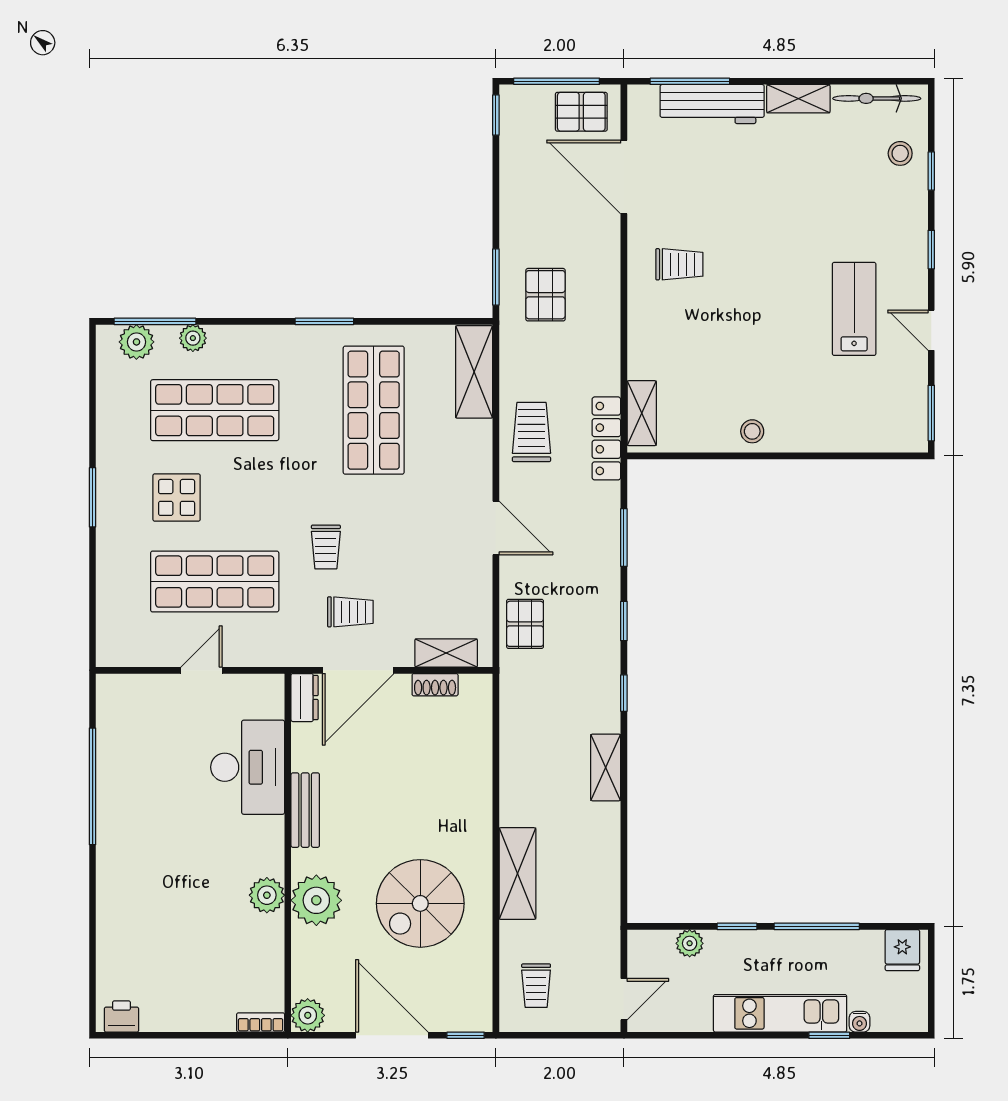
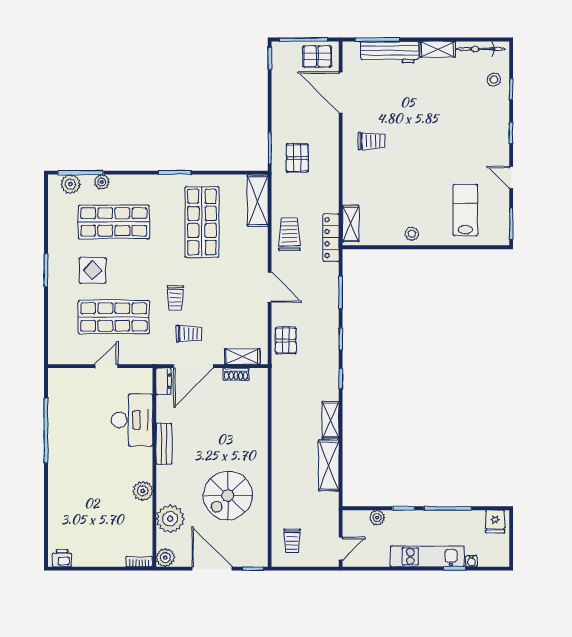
lab bench: (854, 309) -> (465, 210), moved
shelving: (517, 874) -> (329, 465), moved
plant: (316, 900) -> (170, 519), moved

